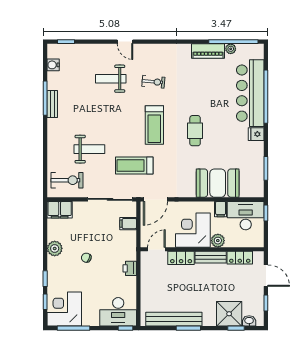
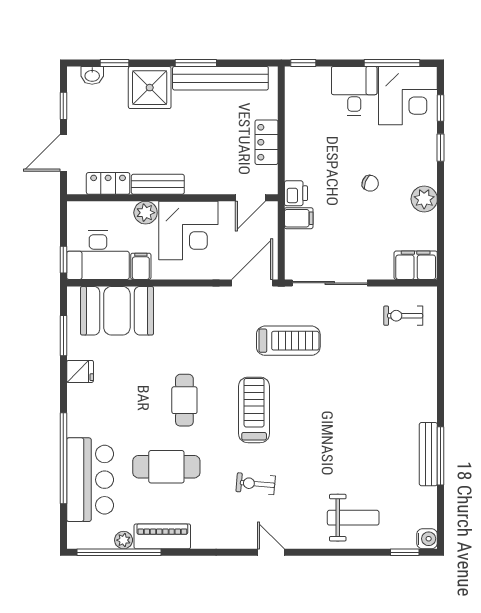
door: (125, 42) -> (271, 552), moved
water cooler: (53, 65) -> (427, 539), moved
weight bench: (111, 79) -> (353, 518), moved
cafe table: (206, 92) -> (166, 467), added
bar counter: (250, 93) -> (90, 480), width x0.73
bench: (52, 104) -> (428, 454), width x1.36
fridge: (256, 134) -> (80, 371), moved
weight bench: (89, 149) -> (365, 369), removed
exercise bike: (67, 180) -> (403, 316), width x0.73, depth x0.72
booth: (218, 183) -> (117, 311), moved
filing cabinet: (128, 224) -> (299, 218), moved
locker: (181, 258) -> (267, 142), moved, turned -90
printer: (130, 268) -> (296, 193), moved
door: (266, 276) -> (63, 153), hinge flipped
desk: (118, 312) -> (354, 91), moved, width x0.73
shower: (229, 314) -> (150, 88), moved

